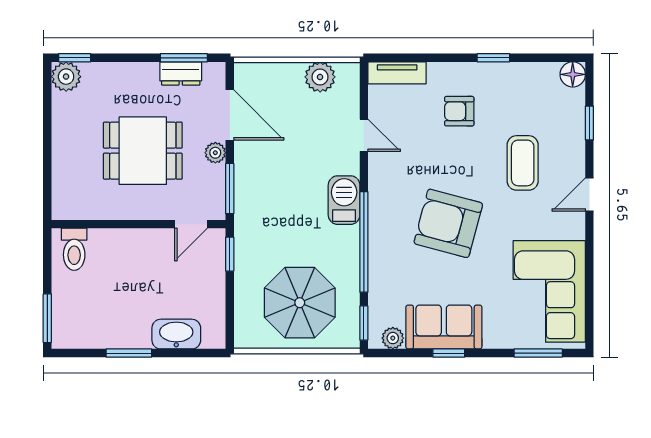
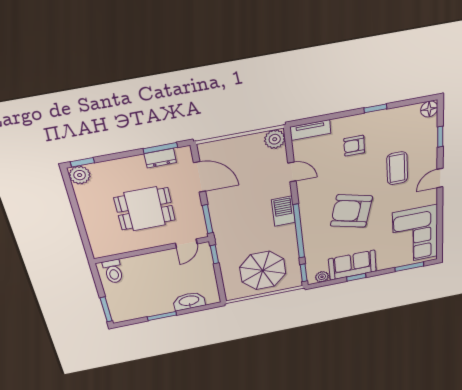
plant: (320, 77) -> (275, 139), moved
plant: (215, 153) -> (194, 201), removed

